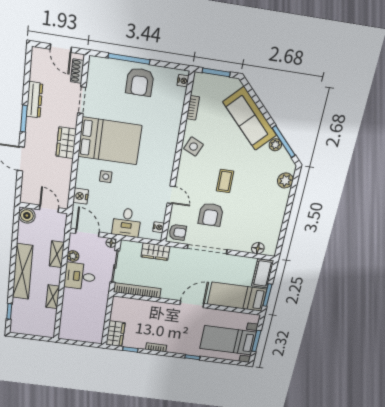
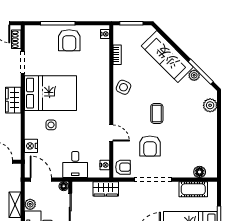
cot: (263, 273) -> (193, 189), moved, turned 90

